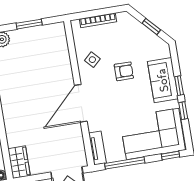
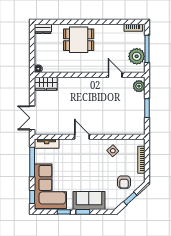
armchair: (124, 71) -> (124, 182), moved
door: (81, 103) -> (82, 137), width x0.53

